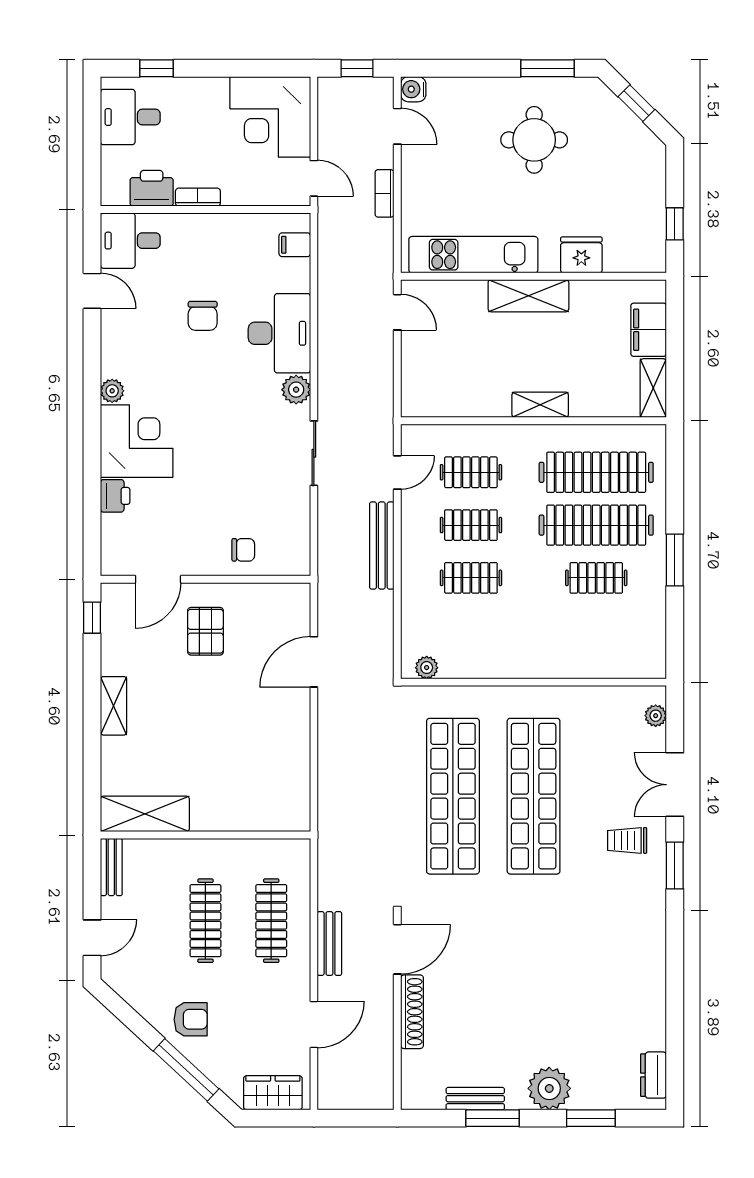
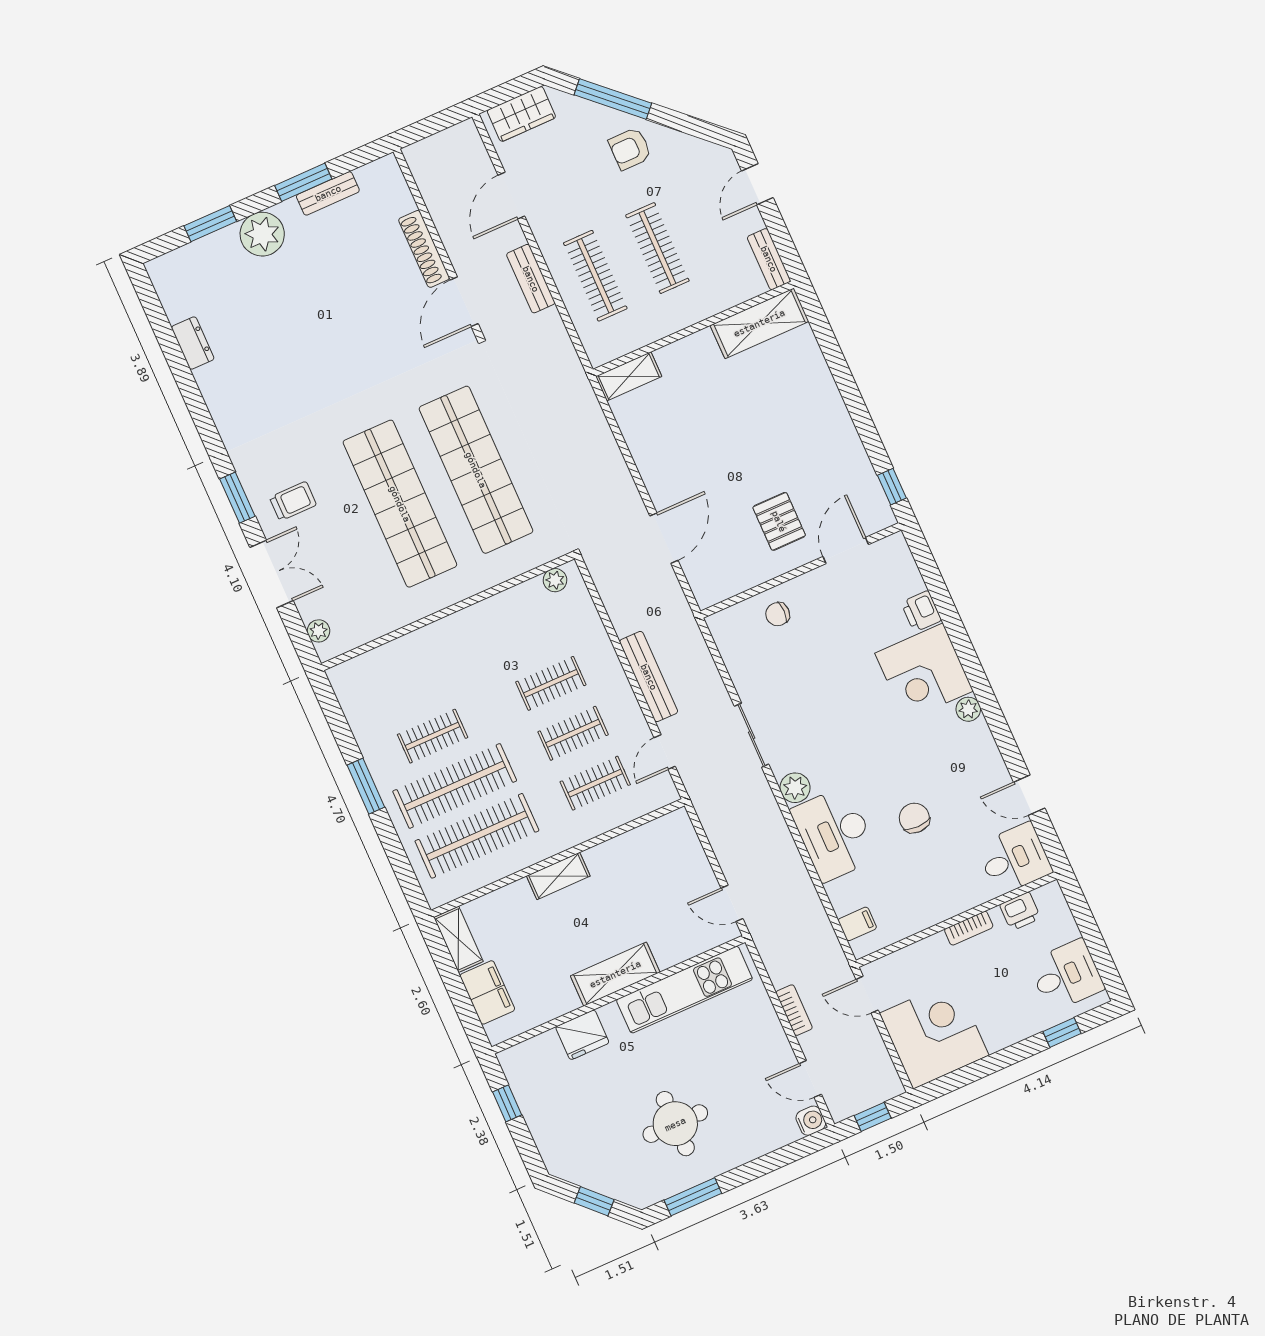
printer: (152, 188) -> (1020, 911), width x0.73, depth x0.81
shelving: (114, 706) -> (629, 376), moved, turned 90
dresser: (653, 1075) -> (193, 343), moved

